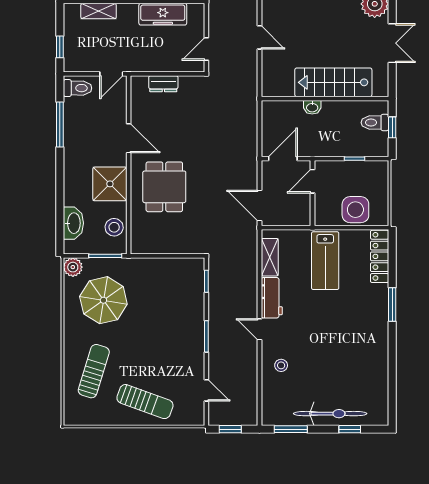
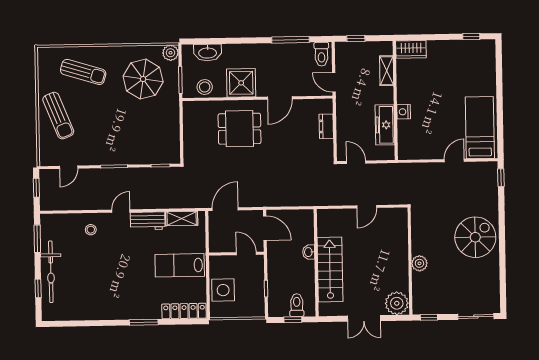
sun lounger: (145, 402) -> (58, 116), turned -42

